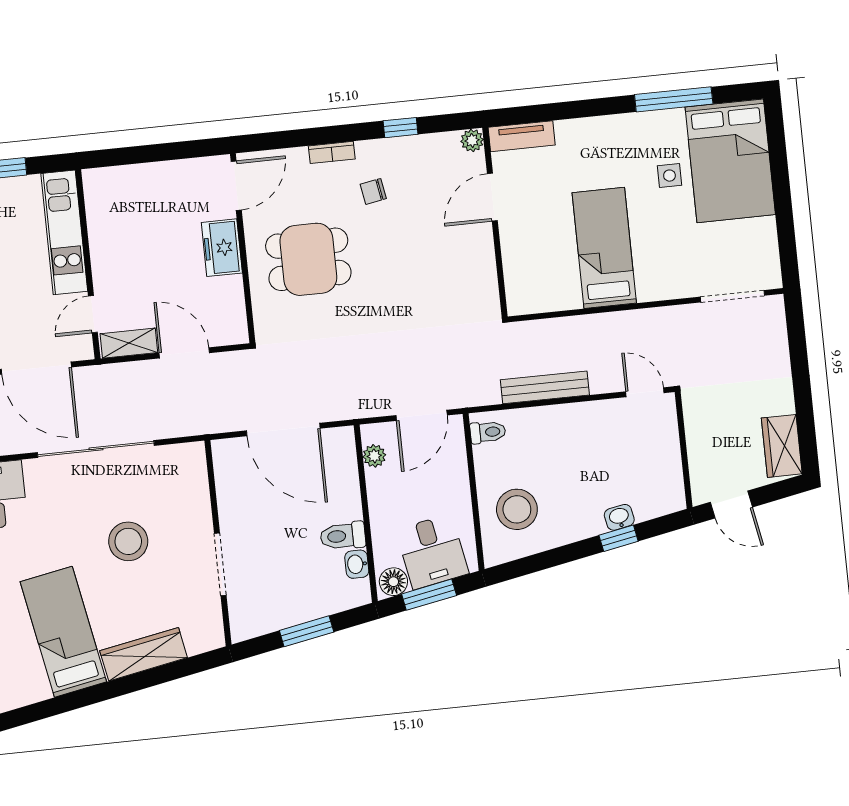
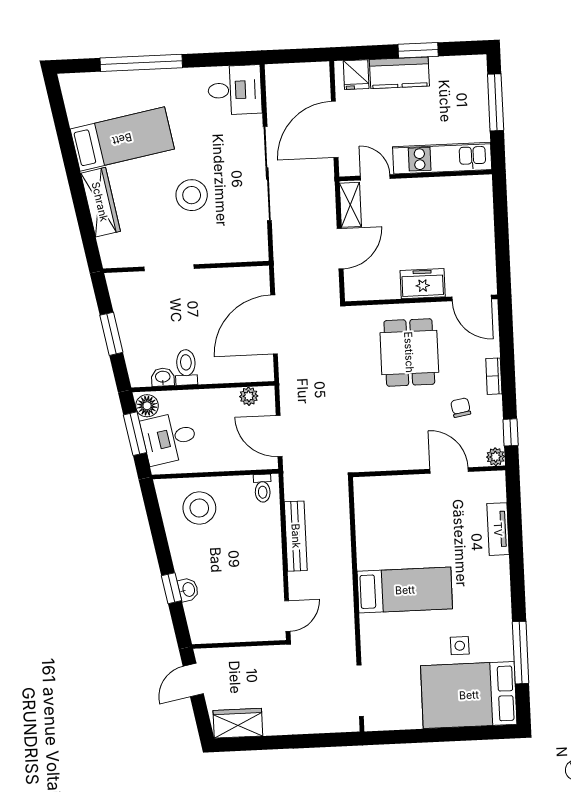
plant: (472, 140) -> (495, 457), moved
door: (492, 197) -> (449, 470), moved
wall: (495, 222) -> (429, 471), moved

